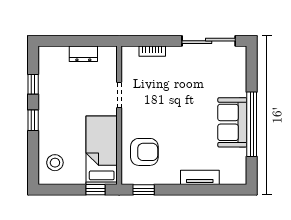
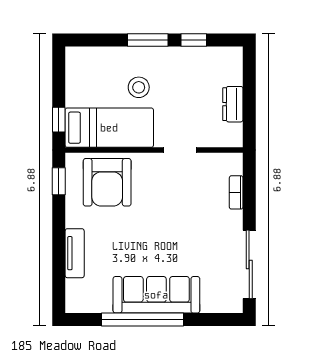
window: (33, 120) -> (148, 40), width x1.50
sofa: (232, 122) -> (156, 295), width x1.36
armchair: (144, 152) -> (107, 182), width x1.36, depth x1.36
stool: (55, 163) -> (139, 87), moved

